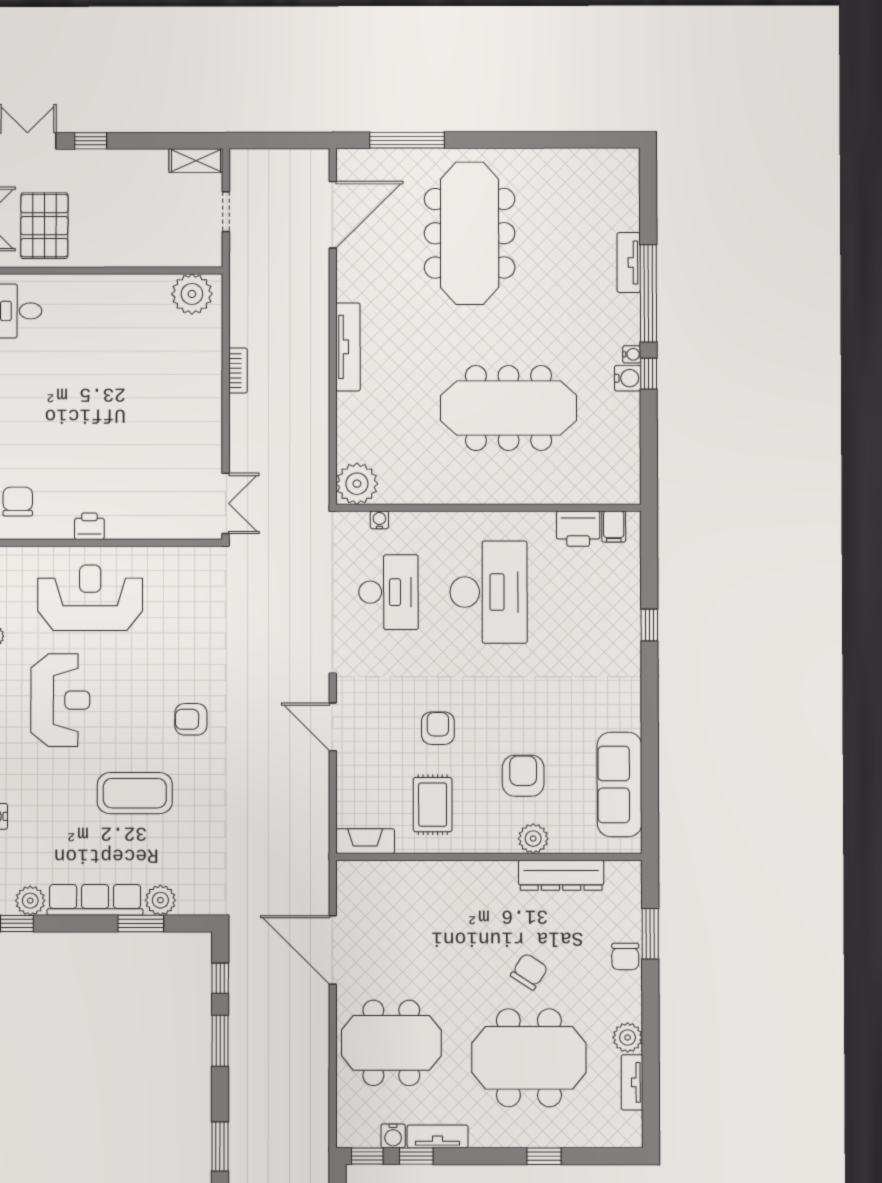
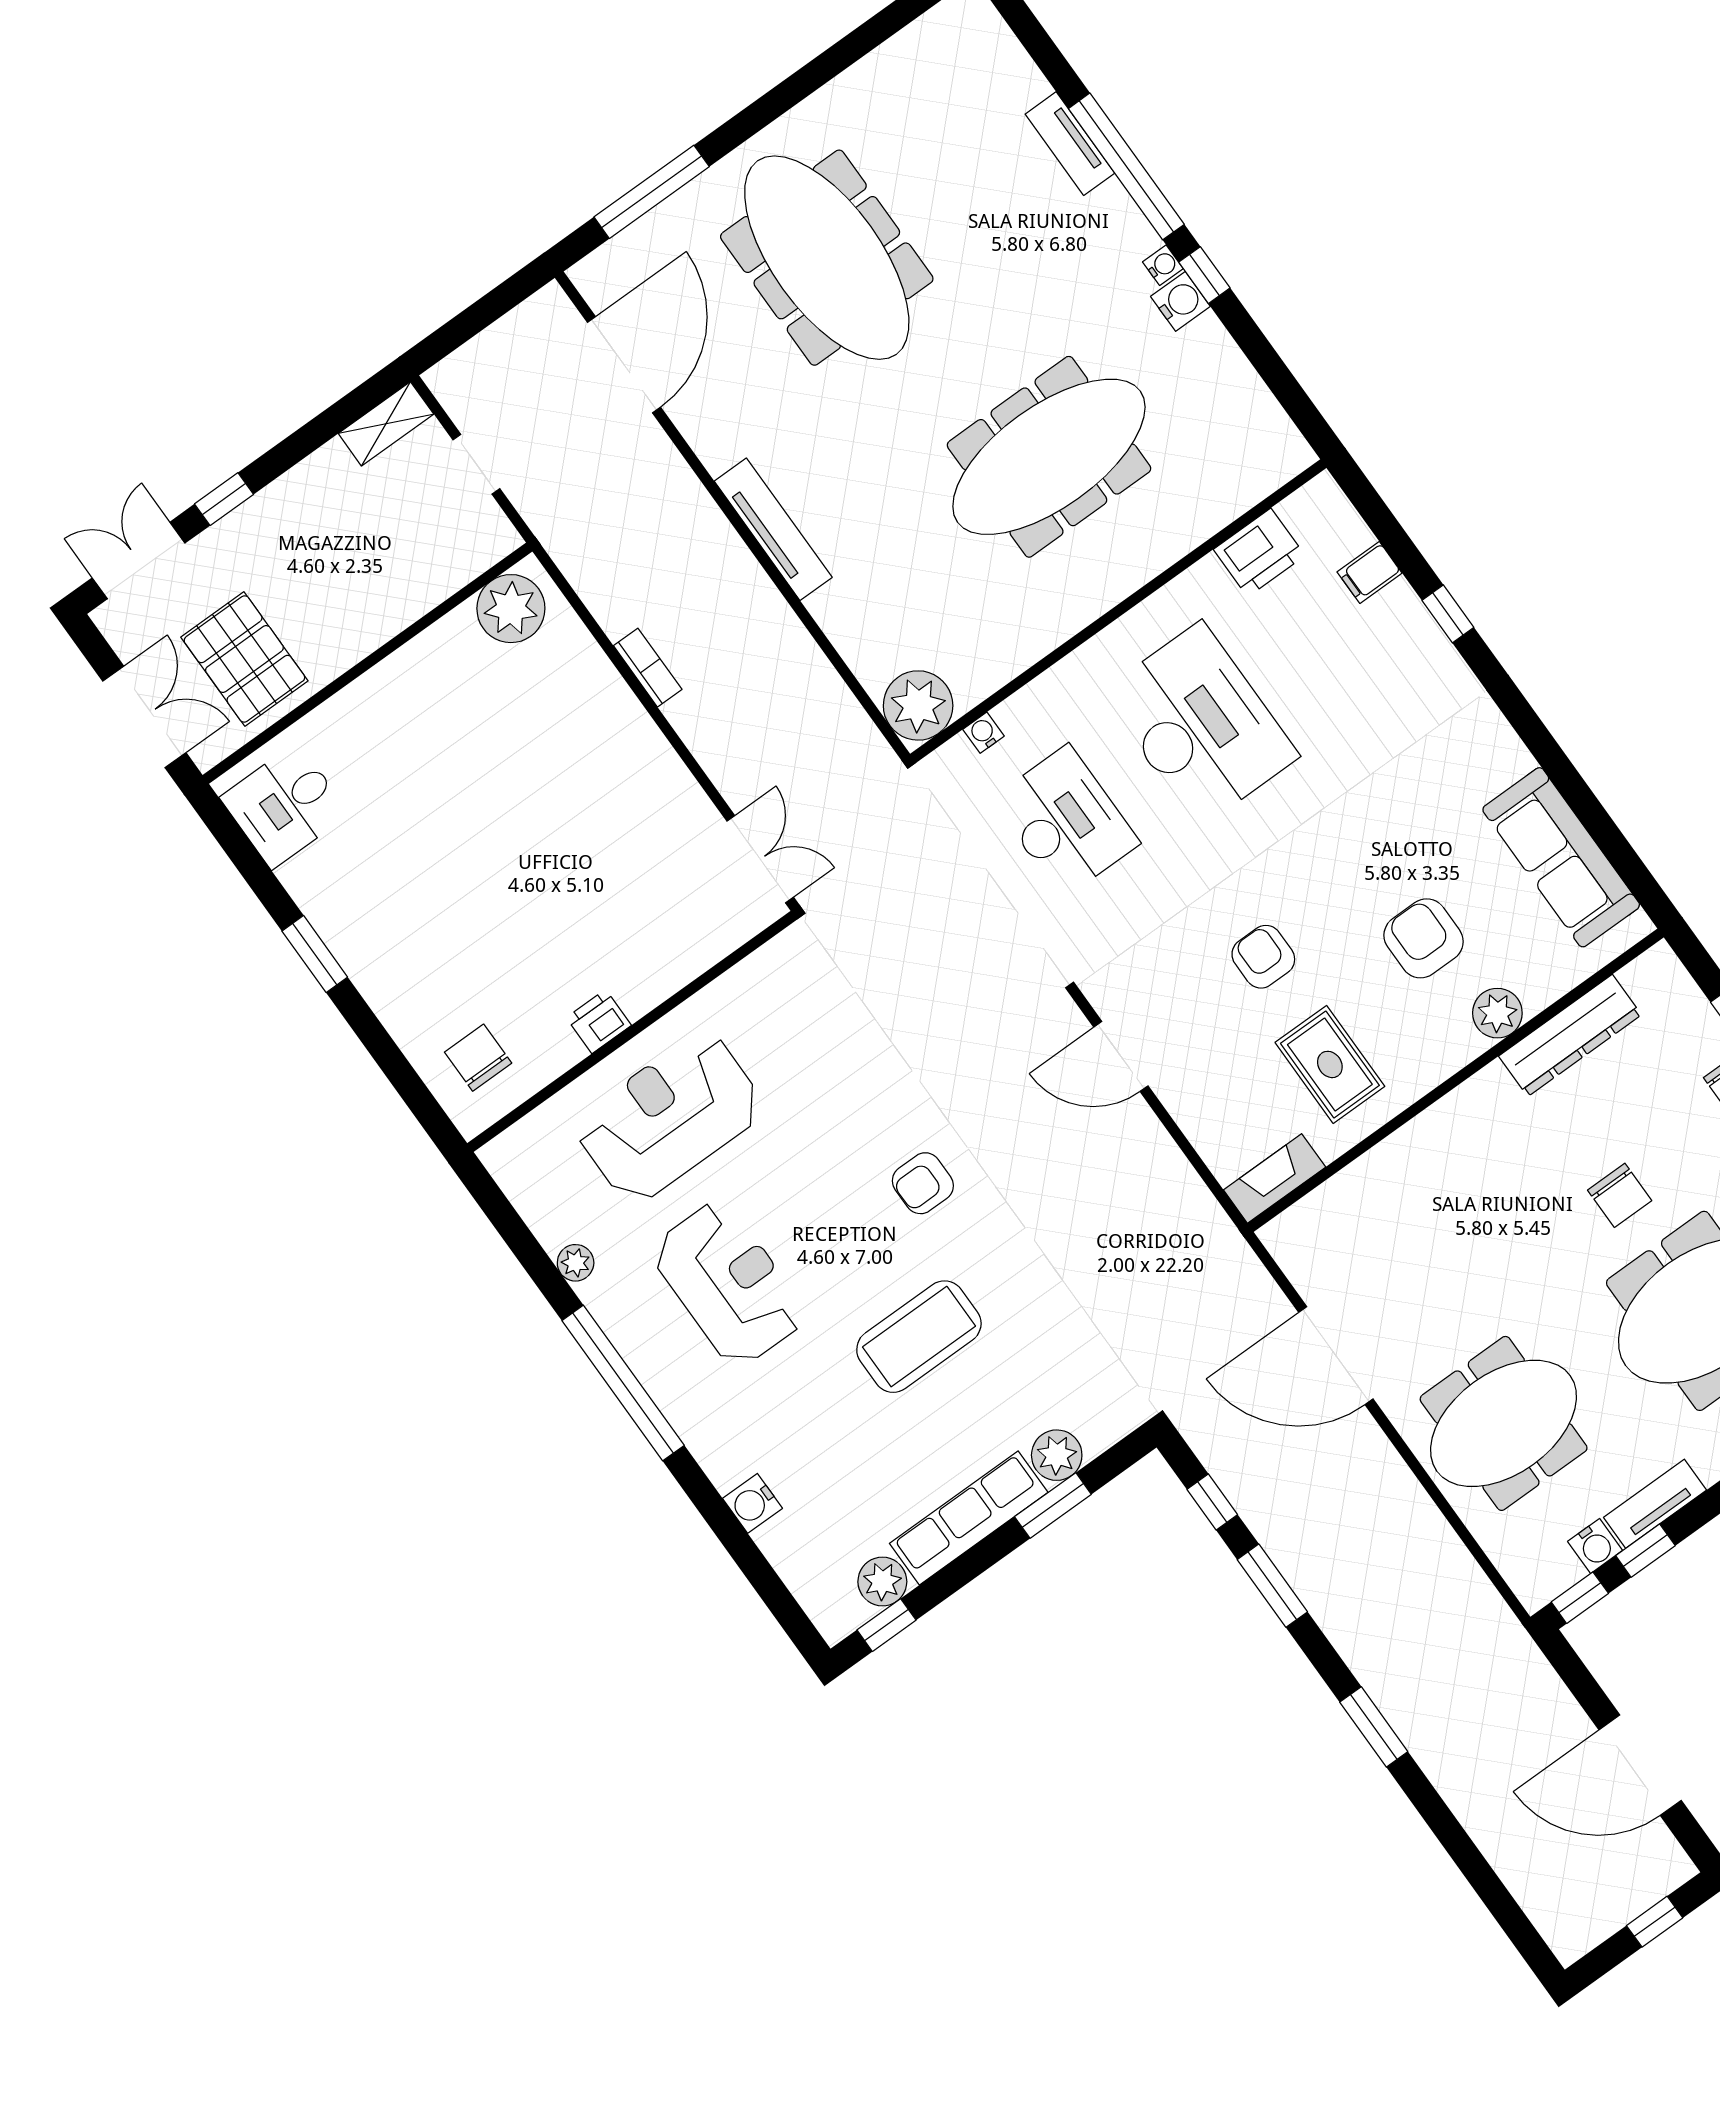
filing cabinet: (614, 526) -> (1370, 572), moved, turned 90
chair: (529, 972) -> (1620, 1195), turned 147

